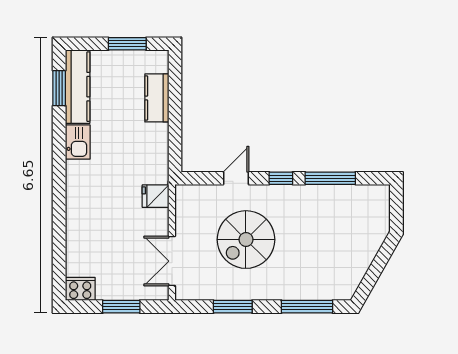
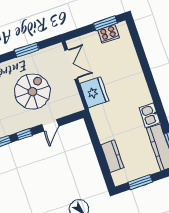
fridge: (155, 196) -> (94, 92), width x1.88, depth x1.34
cooker: (80, 289) -> (108, 34), moved
window: (121, 307) -> (105, 23), moved

